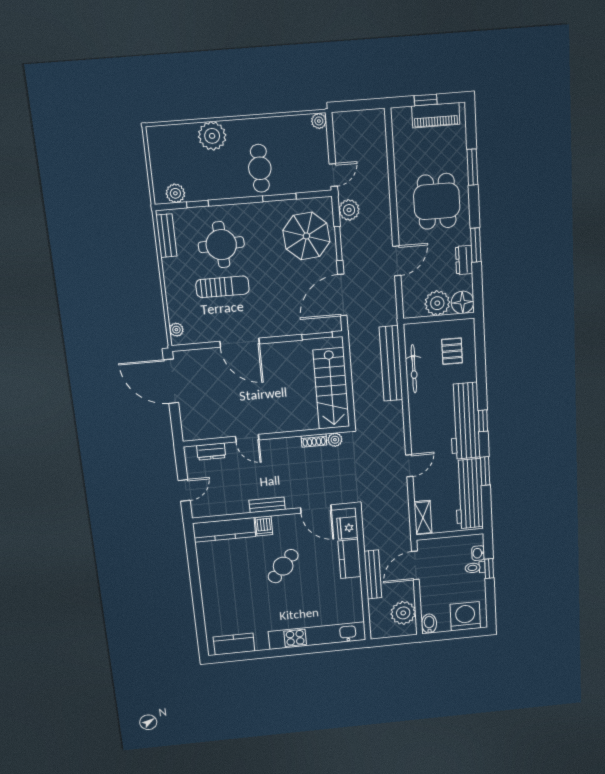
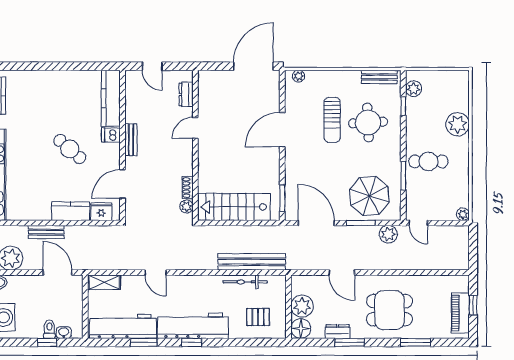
bench: (373, 575) -> (46, 232), width x0.73

